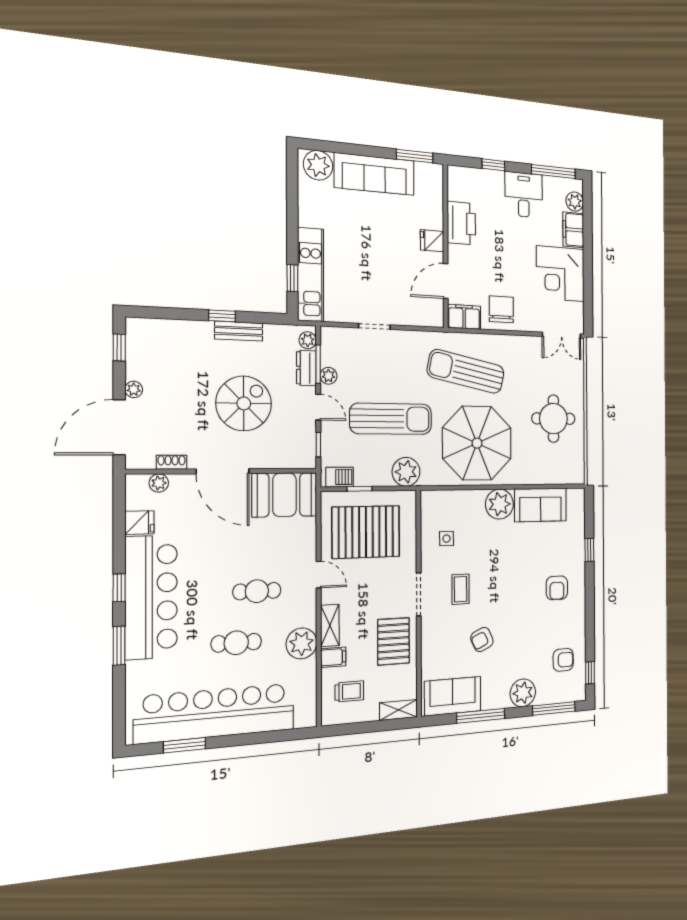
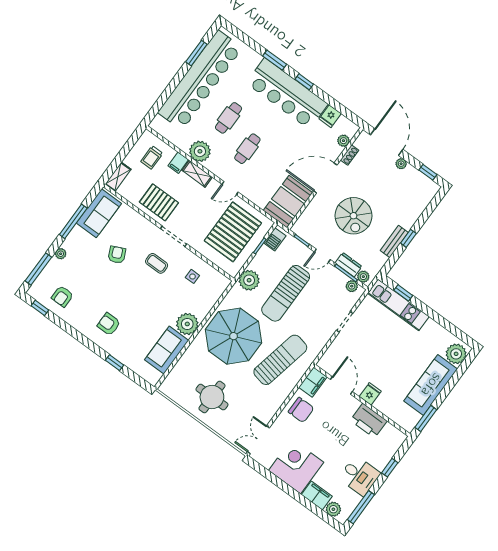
plant: (329, 376) -> (352, 286), moved
plant: (523, 693) -> (61, 254), width x0.53, depth x0.53

